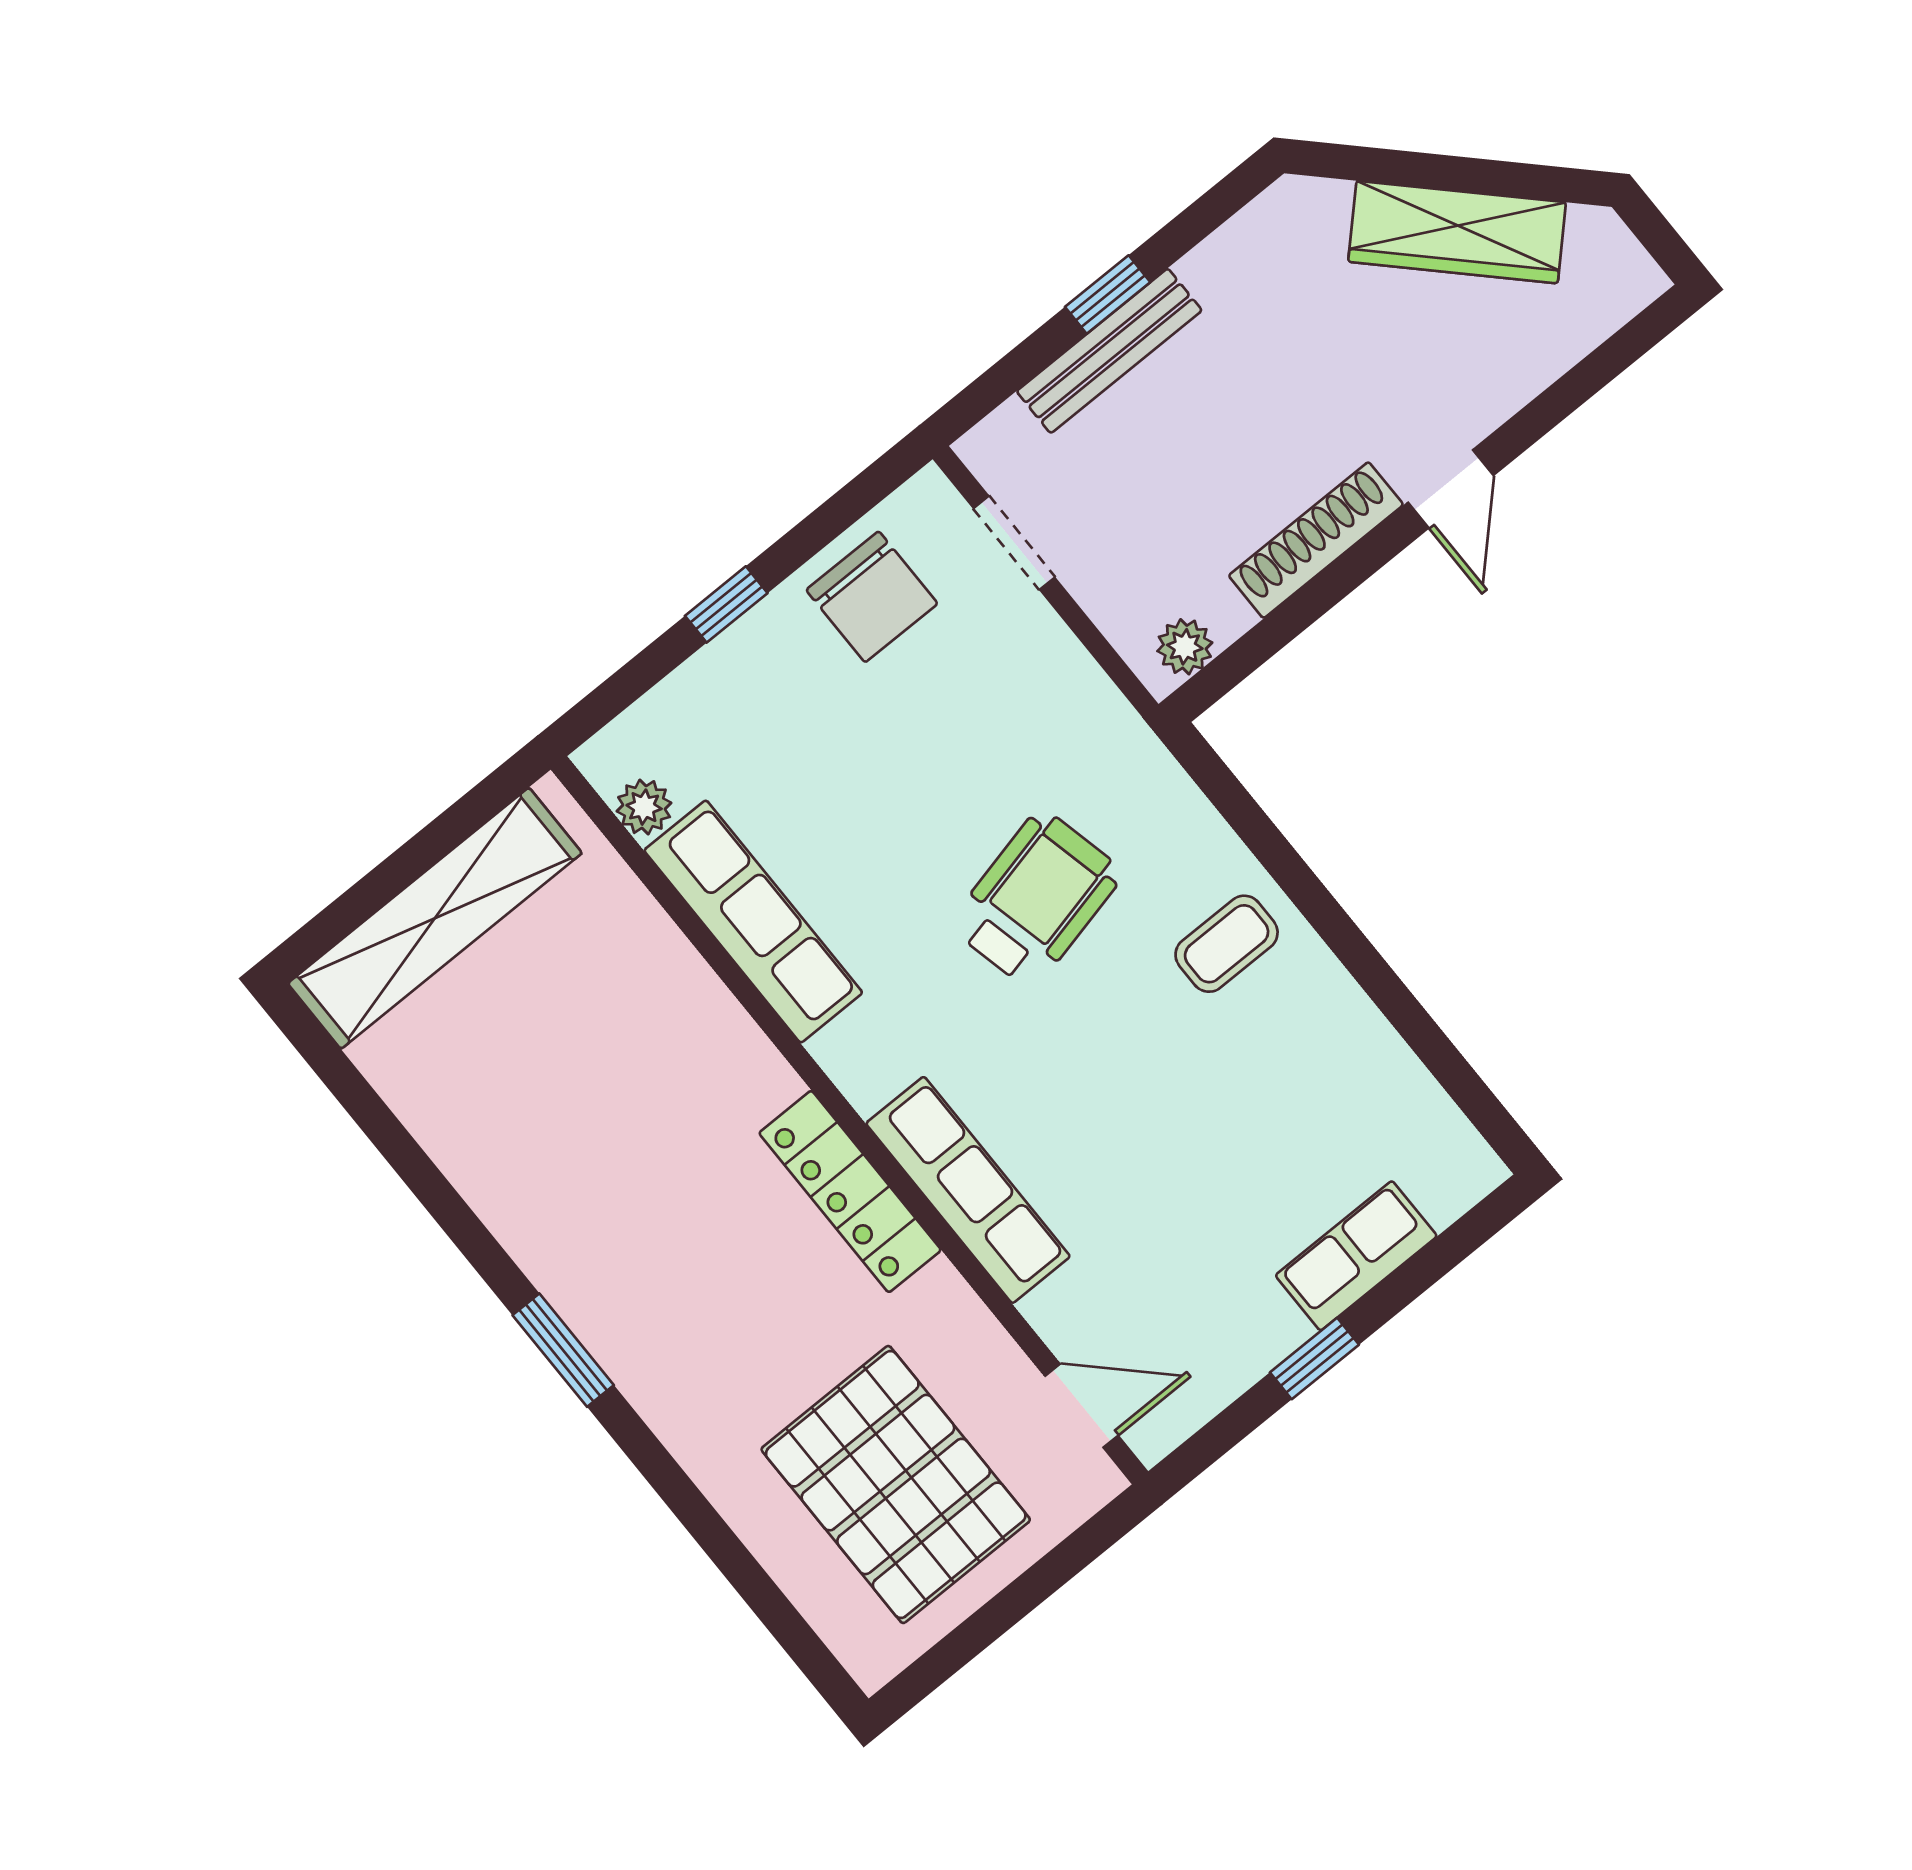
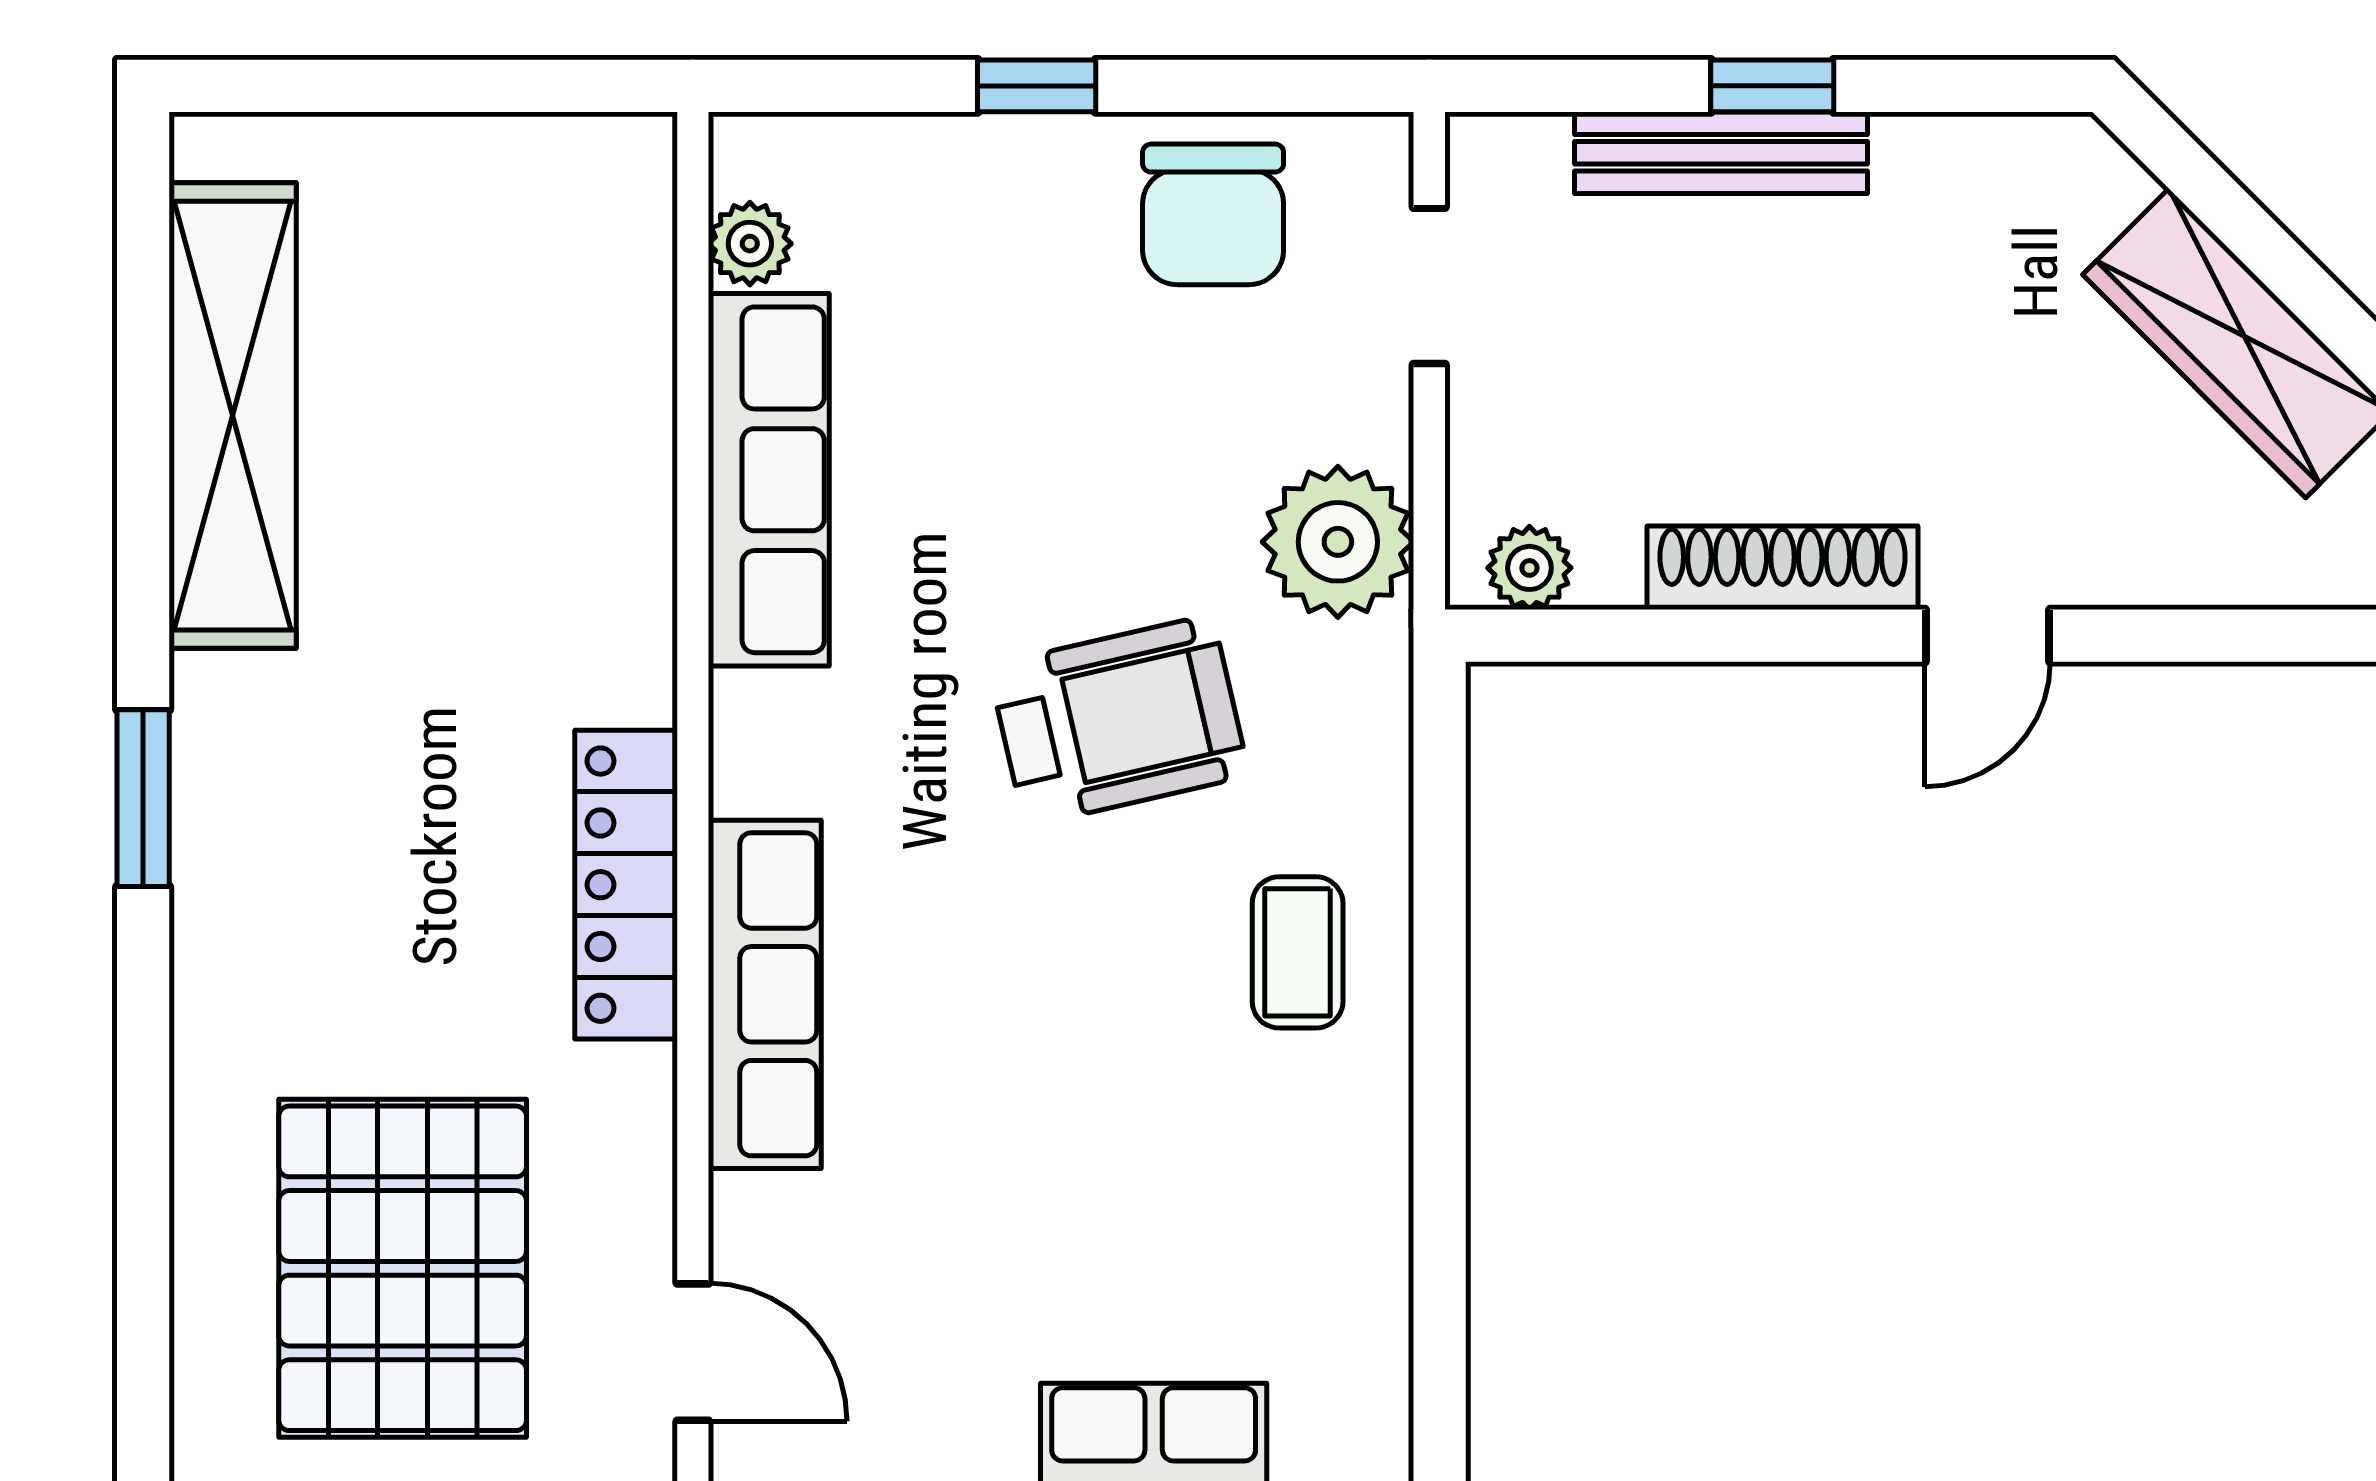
plant: (1075, 714) -> (1338, 542), added
shelving: (435, 918) -> (233, 416), moved, turned 90
coffee table: (1227, 944) -> (1298, 952), turned 90

